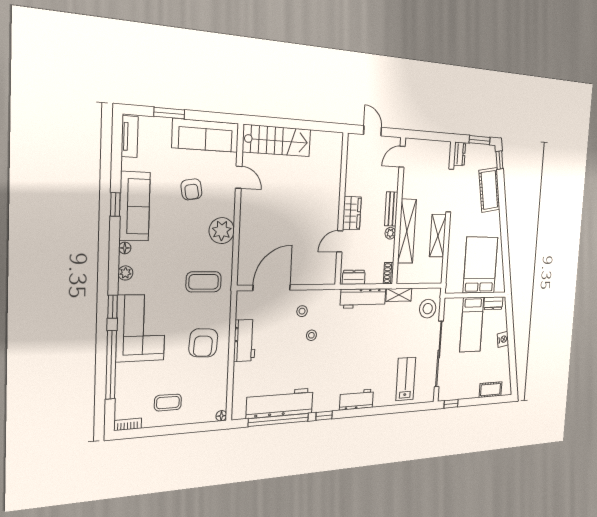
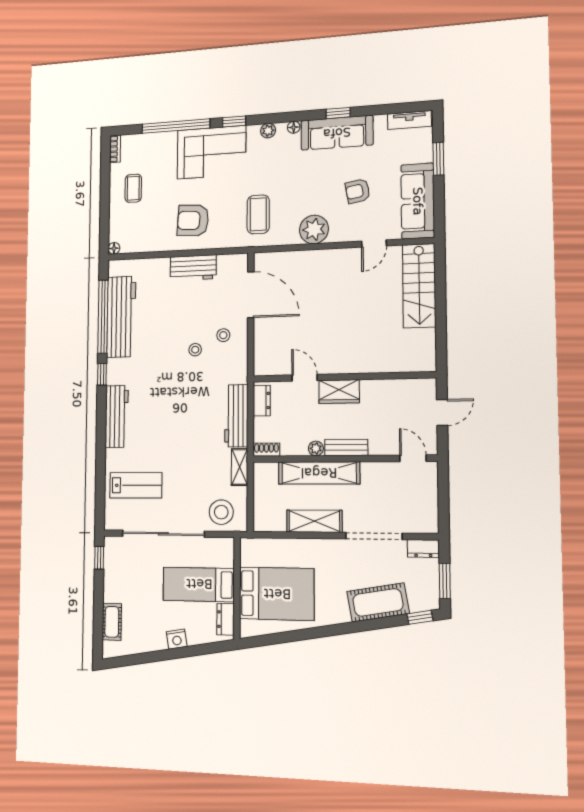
workbench: (356, 400) -> (117, 416), width x1.37

